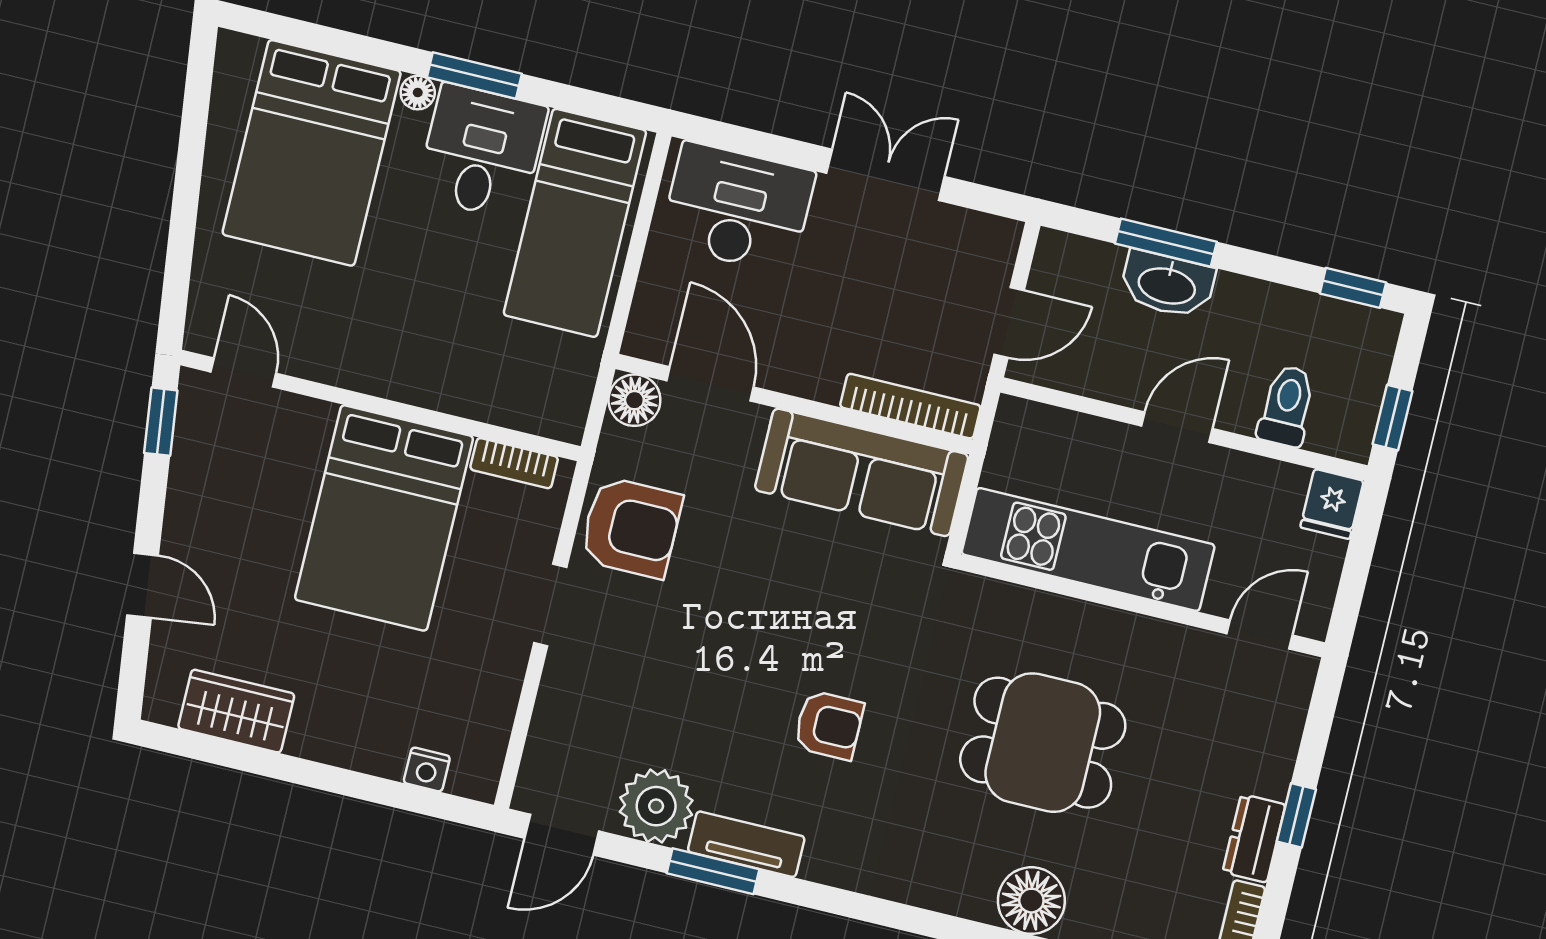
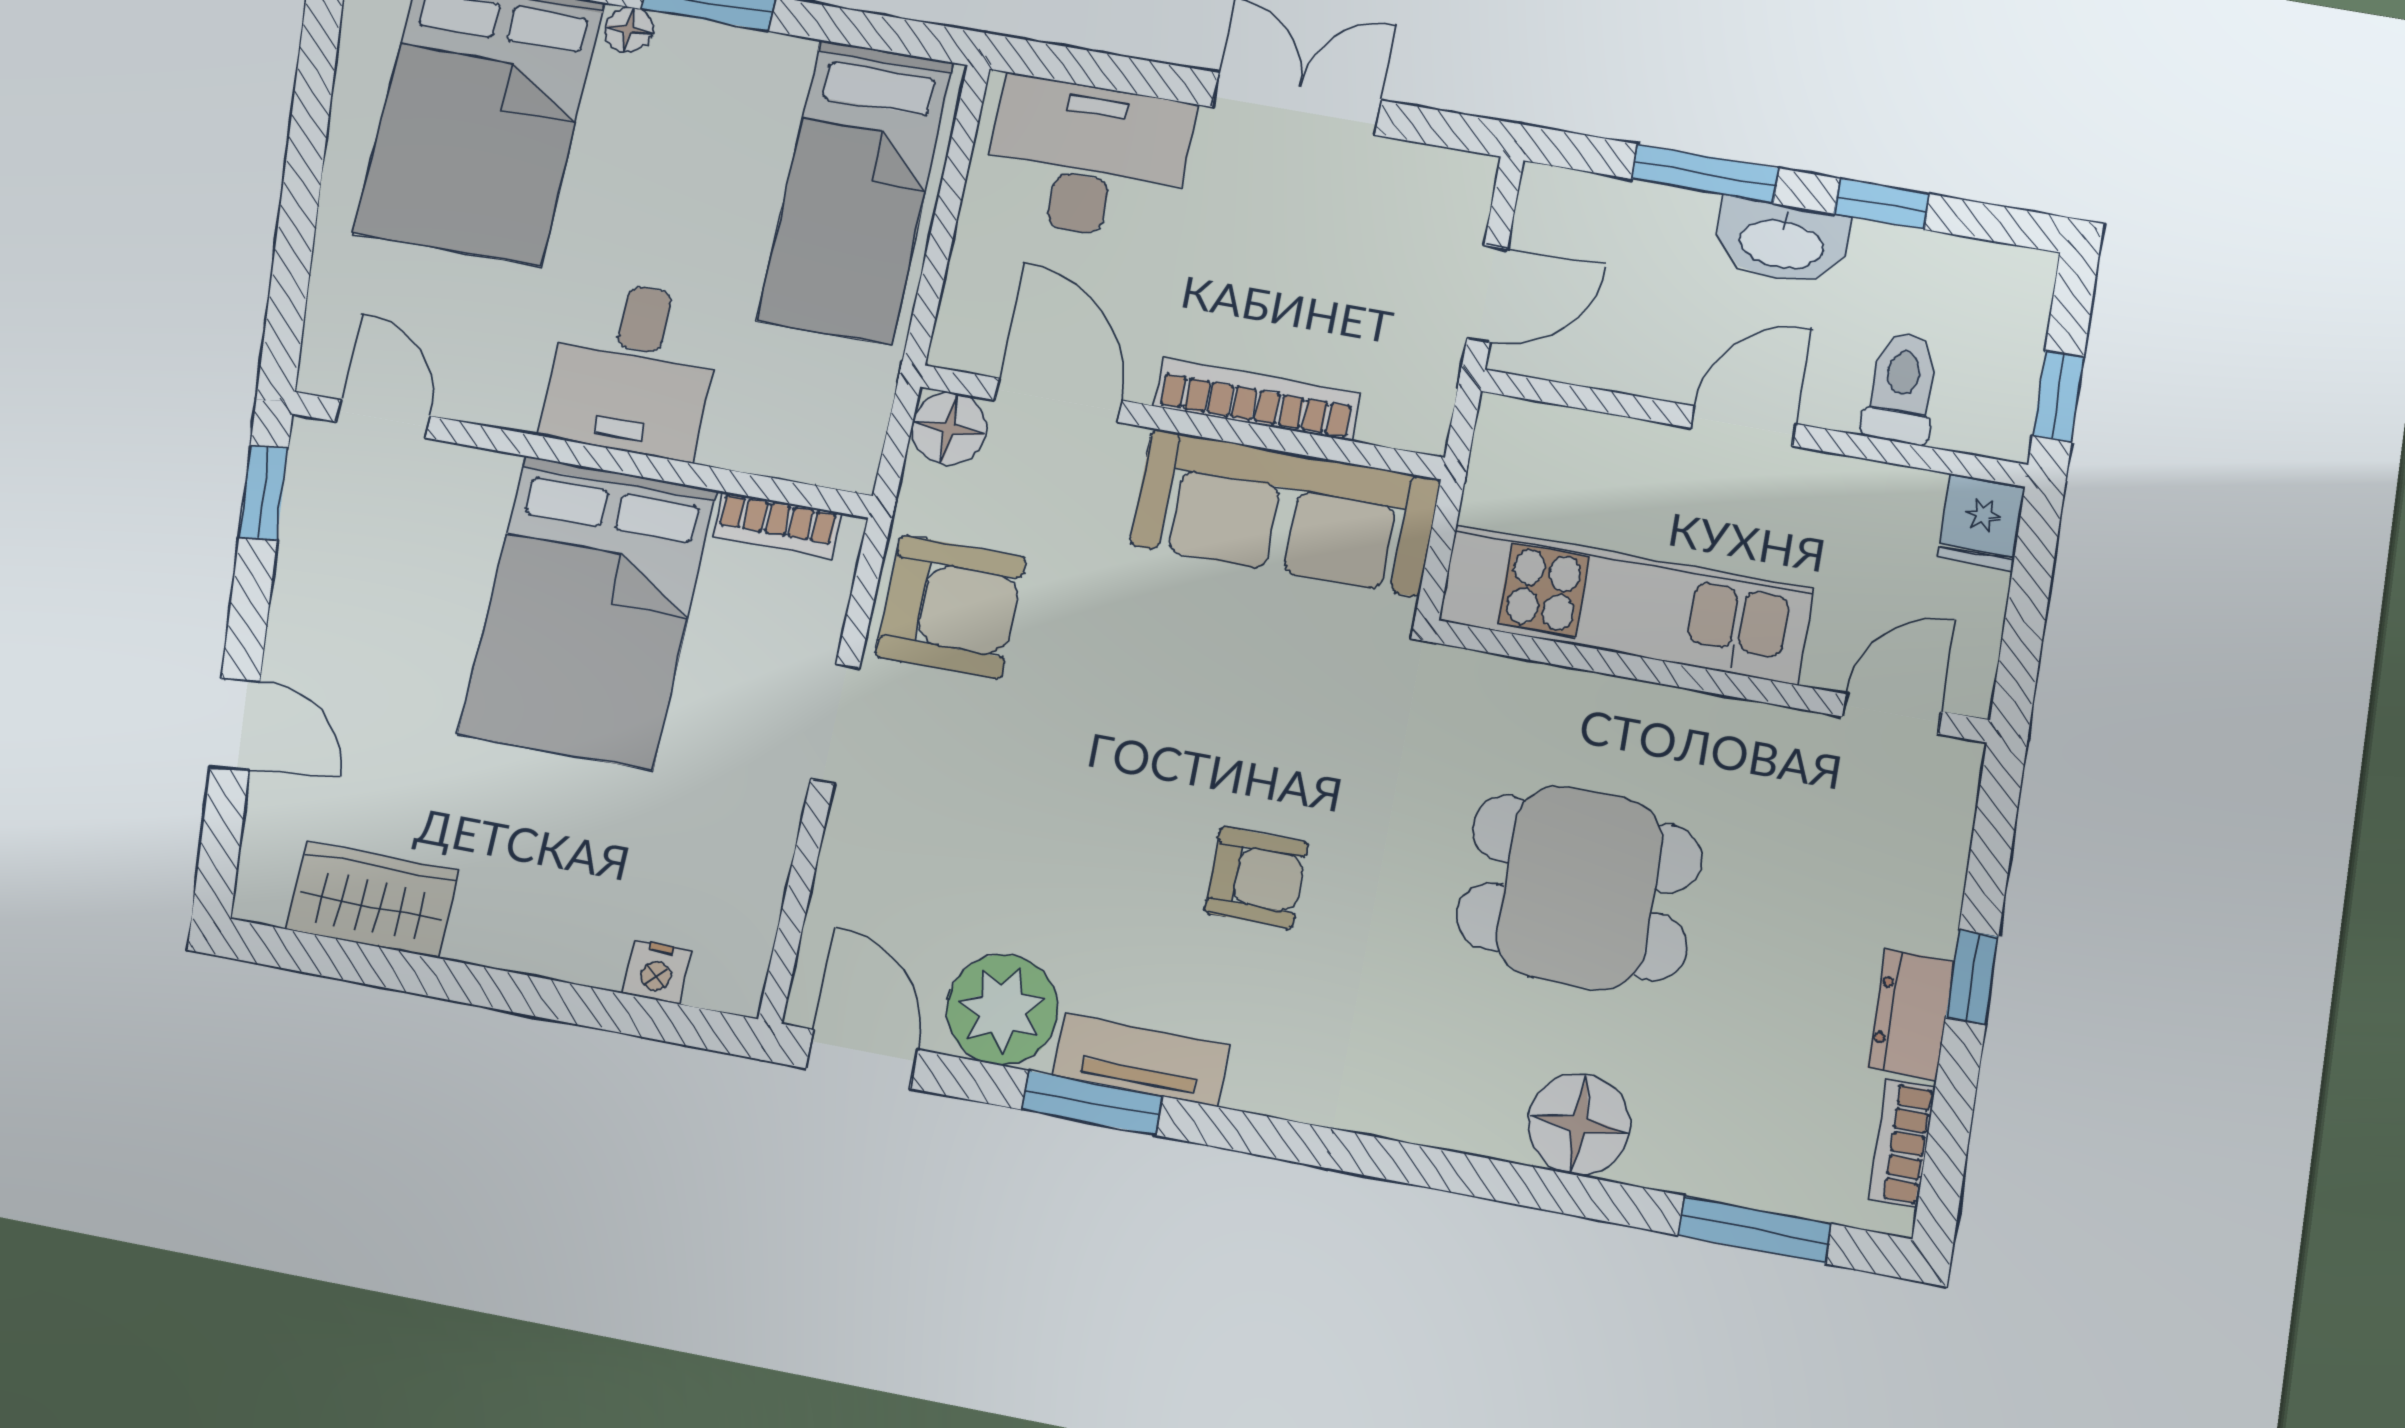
desk: (482, 152) -> (633, 369), moved, turned 180
washbasin: (1167, 284) -> (1782, 242), moved
window: (1353, 288) -> (1882, 204), moved
bookcase: (910, 406) -> (1257, 400), moved
door: (562, 835) -> (861, 1059), swing flipped

